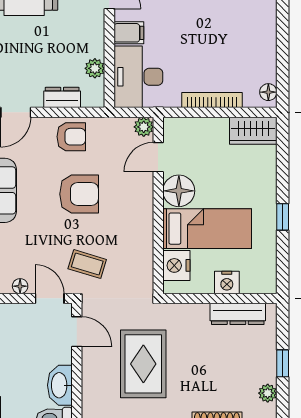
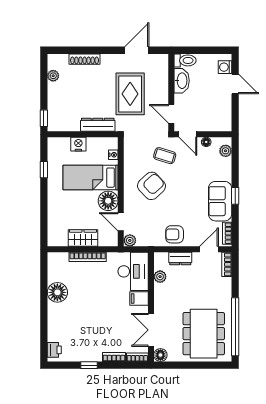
floor lamp: (268, 92) -> (57, 292), moved, width x1.89, depth x1.89
wardrobe: (253, 131) -> (83, 238), moved
door: (158, 157) -> (121, 222), swing flipped
armchair: (79, 194) -> (151, 186), moved, turned 137
window: (283, 217) -> (44, 170), moved
nightstand: (176, 265) -> (113, 155), width x0.53, depth x0.56
dresser: (238, 314) -> (98, 125), moved
window: (283, 363) -> (44, 118), moved

